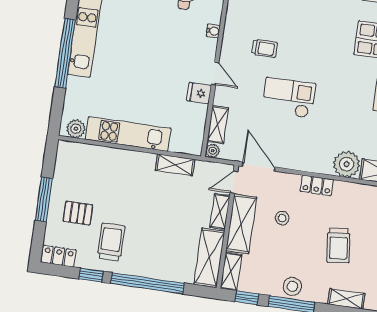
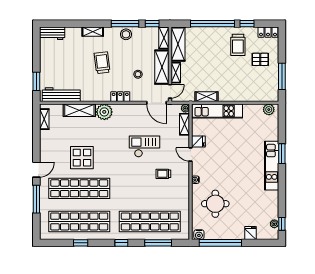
window: (65, 53) -> (282, 154), width x0.47
checkout: (289, 98) -> (144, 146), turned 180
kitchen unit: (128, 134) -> (217, 111), moved
window: (44, 199) -> (282, 76), moved

